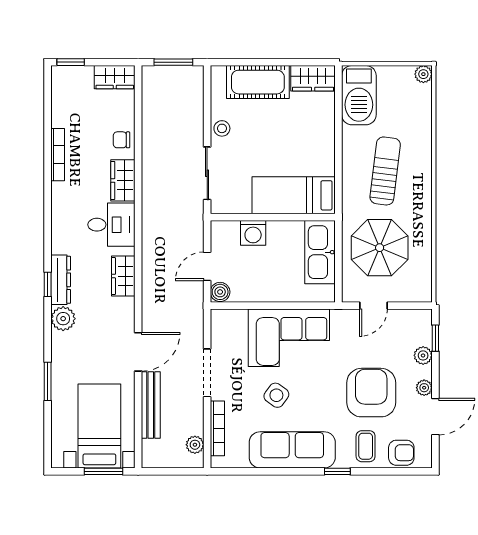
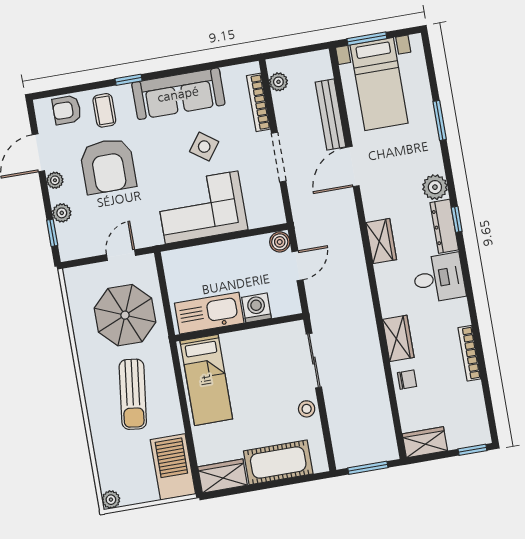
bed: (294, 195) -> (206, 380), moved, turned 90
desk: (111, 225) -> (439, 278), moved, turned 180
kitchen sink: (320, 252) -> (209, 313), moved, turned -90

